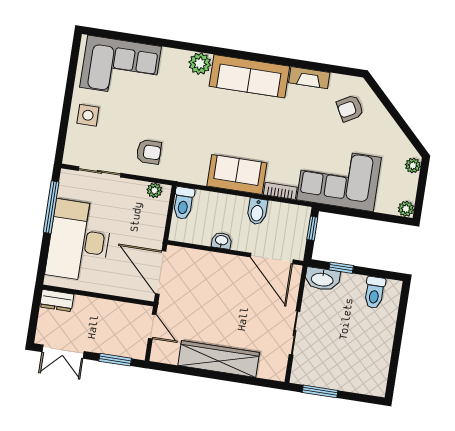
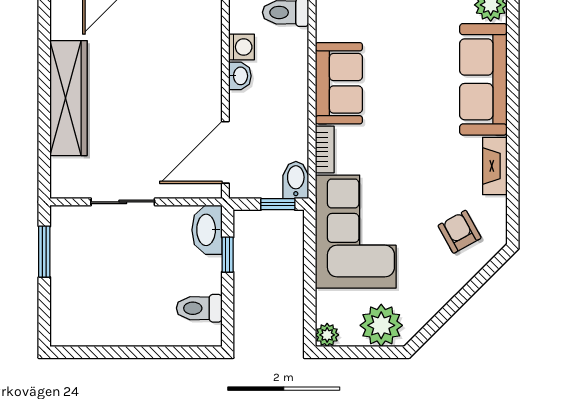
plant: (413, 165) -> (381, 325), width x1.88, depth x1.88
bidet: (257, 211) -> (296, 180), moved, turned 90
washing machine: (202, 236) -> (242, 47), added

